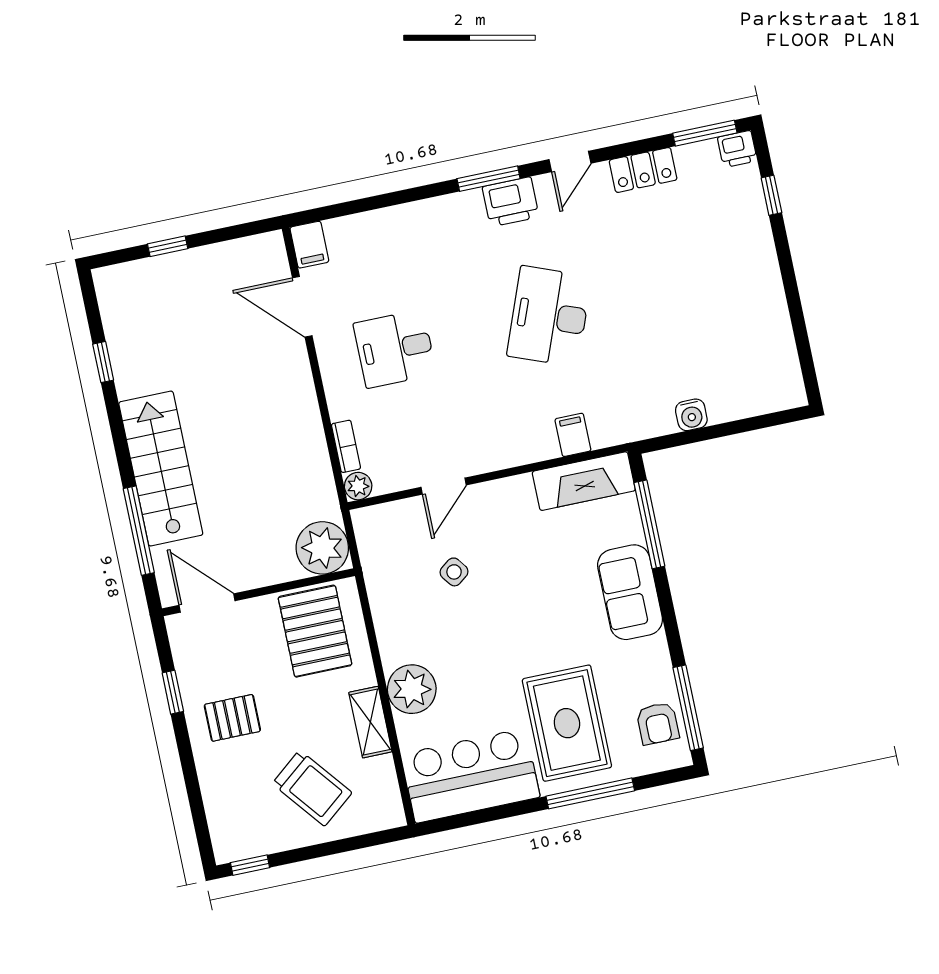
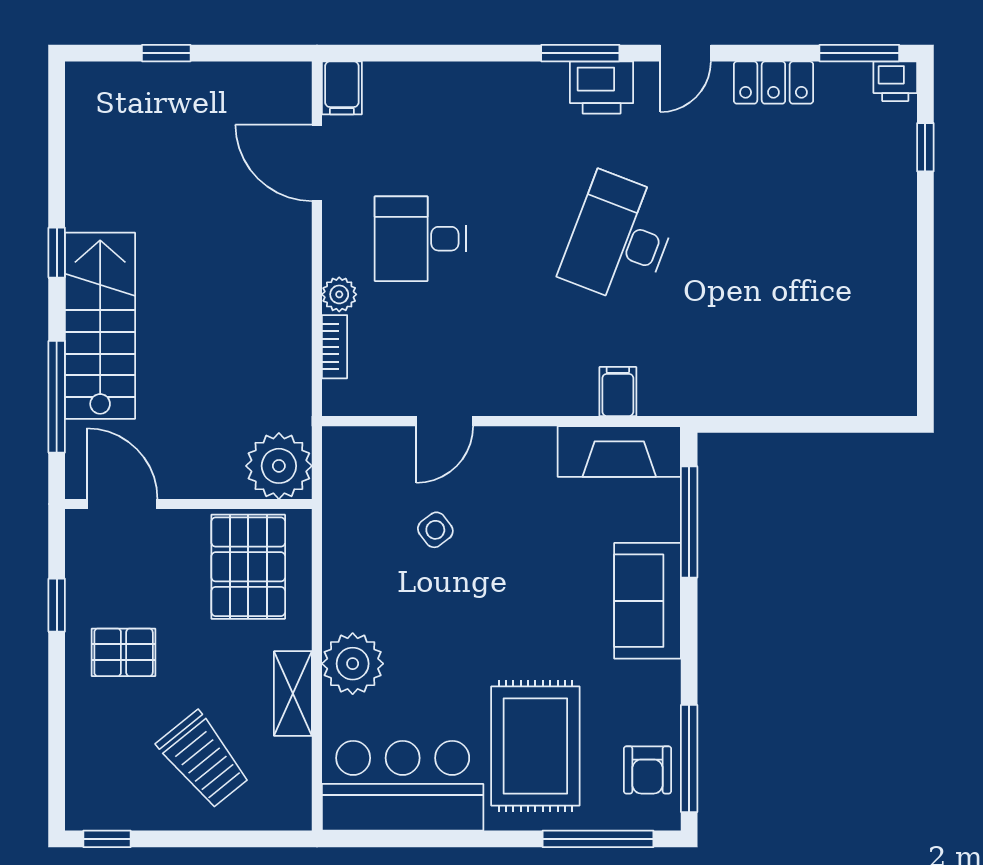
window: (103, 362) -> (57, 253), moved
water cooler: (691, 415) -> (769, 398), removed
plant: (358, 486) -> (339, 294), moved
window: (590, 793) -> (598, 839), moved

